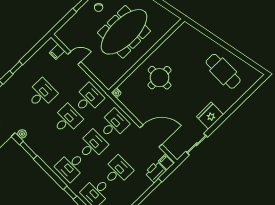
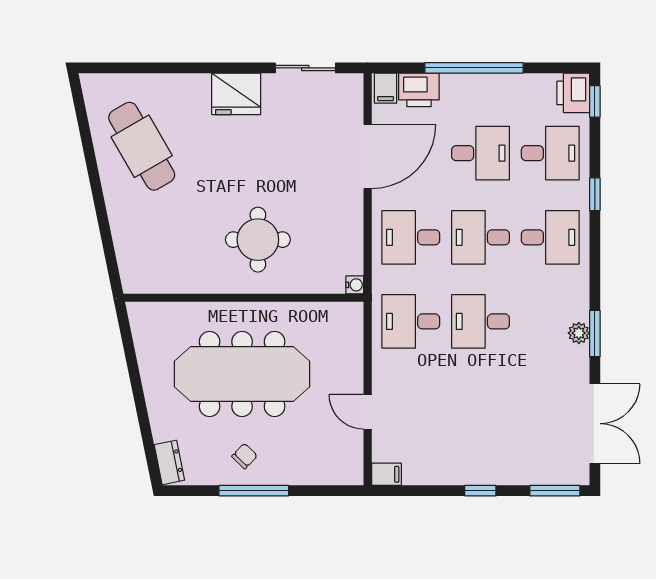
filing cabinet: (57, 52) -> (386, 474), moved
cafe table: (223, 71) -> (142, 146), turned -30
desk: (42, 94) -> (481, 406), removed
plant: (22, 134) -> (579, 333), moved
door: (151, 136) -> (368, 157), swing flipped
desk: (117, 171) -> (481, 153), turned 180

